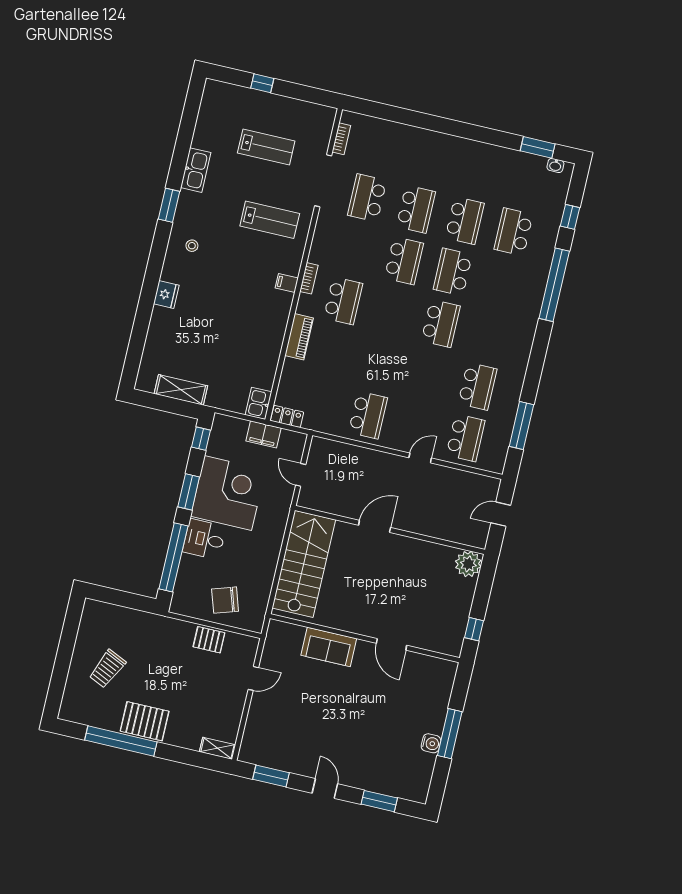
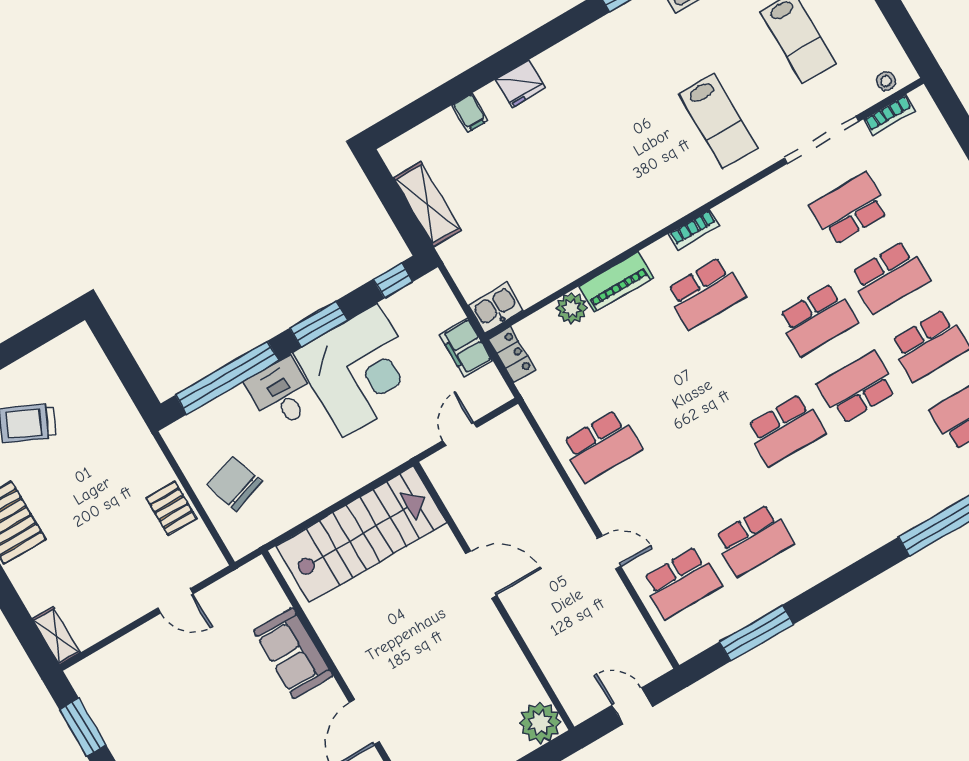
stool: (192, 246) -> (886, 81), moved
filing cabinet: (287, 283) -> (470, 113), moved, turned 180
plant: (292, 369) -> (571, 308), added

